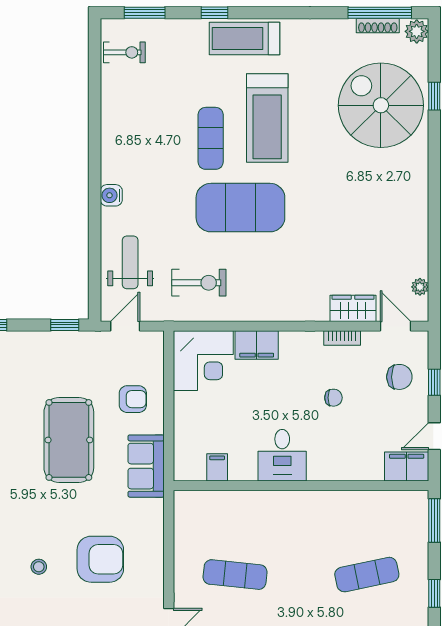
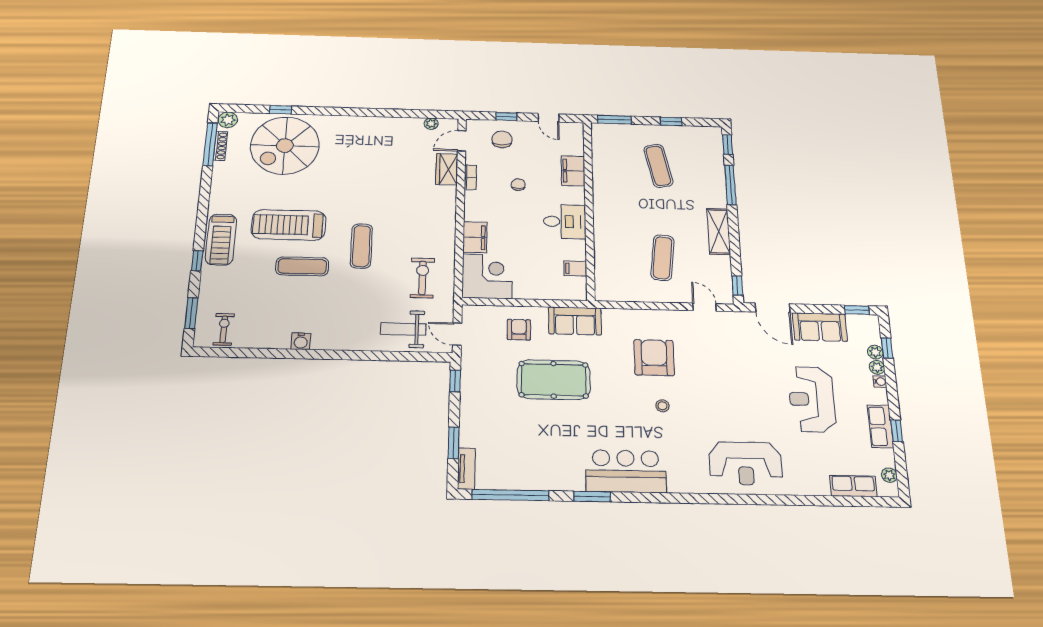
treadmill: (267, 118) -> (289, 225), turned 180
water cooler: (111, 195) -> (301, 341), moved
exercise mat: (240, 208) -> (361, 246), width x0.50, depth x0.69
filing cabinet: (407, 466) -> (573, 171), moved

